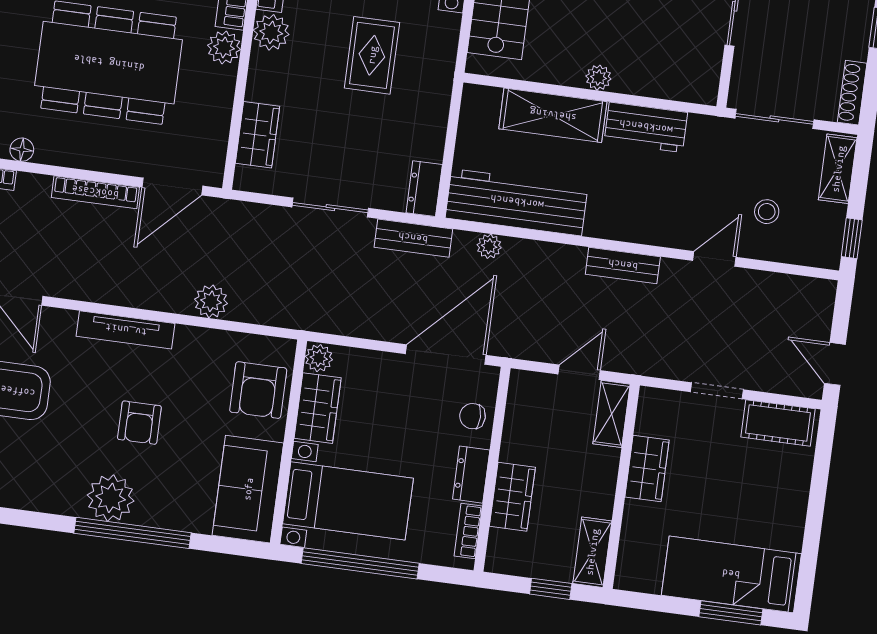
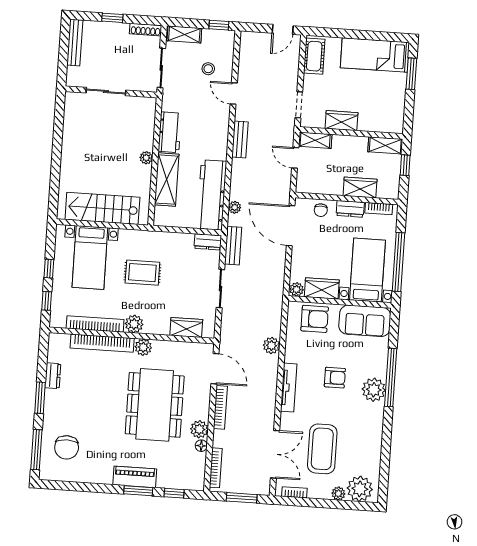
plant: (55, 148) -> (199, 429), added
doorway: (717, 391) -> (299, 105), moved
bed: (731, 574) -> (375, 55), moved, turned 90

